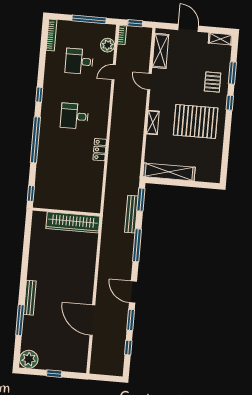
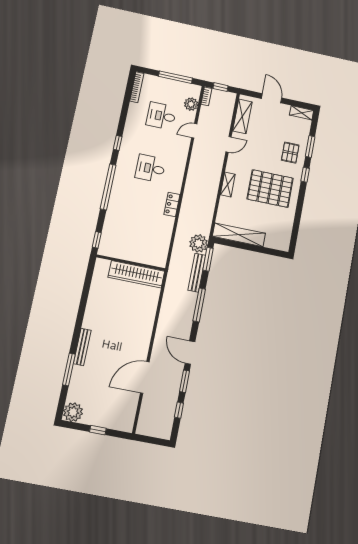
door: (149, 82) -> (229, 144), swing flipped
plant: (130, 185) -> (199, 243), added
door: (92, 320) -> (145, 377), hinge flipped

